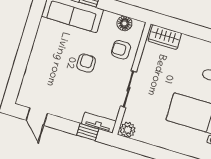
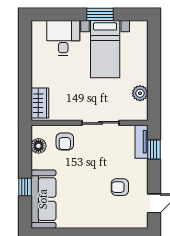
armchair: (86, 63) -> (120, 187), moved
plant: (128, 130) -> (140, 93), moved

